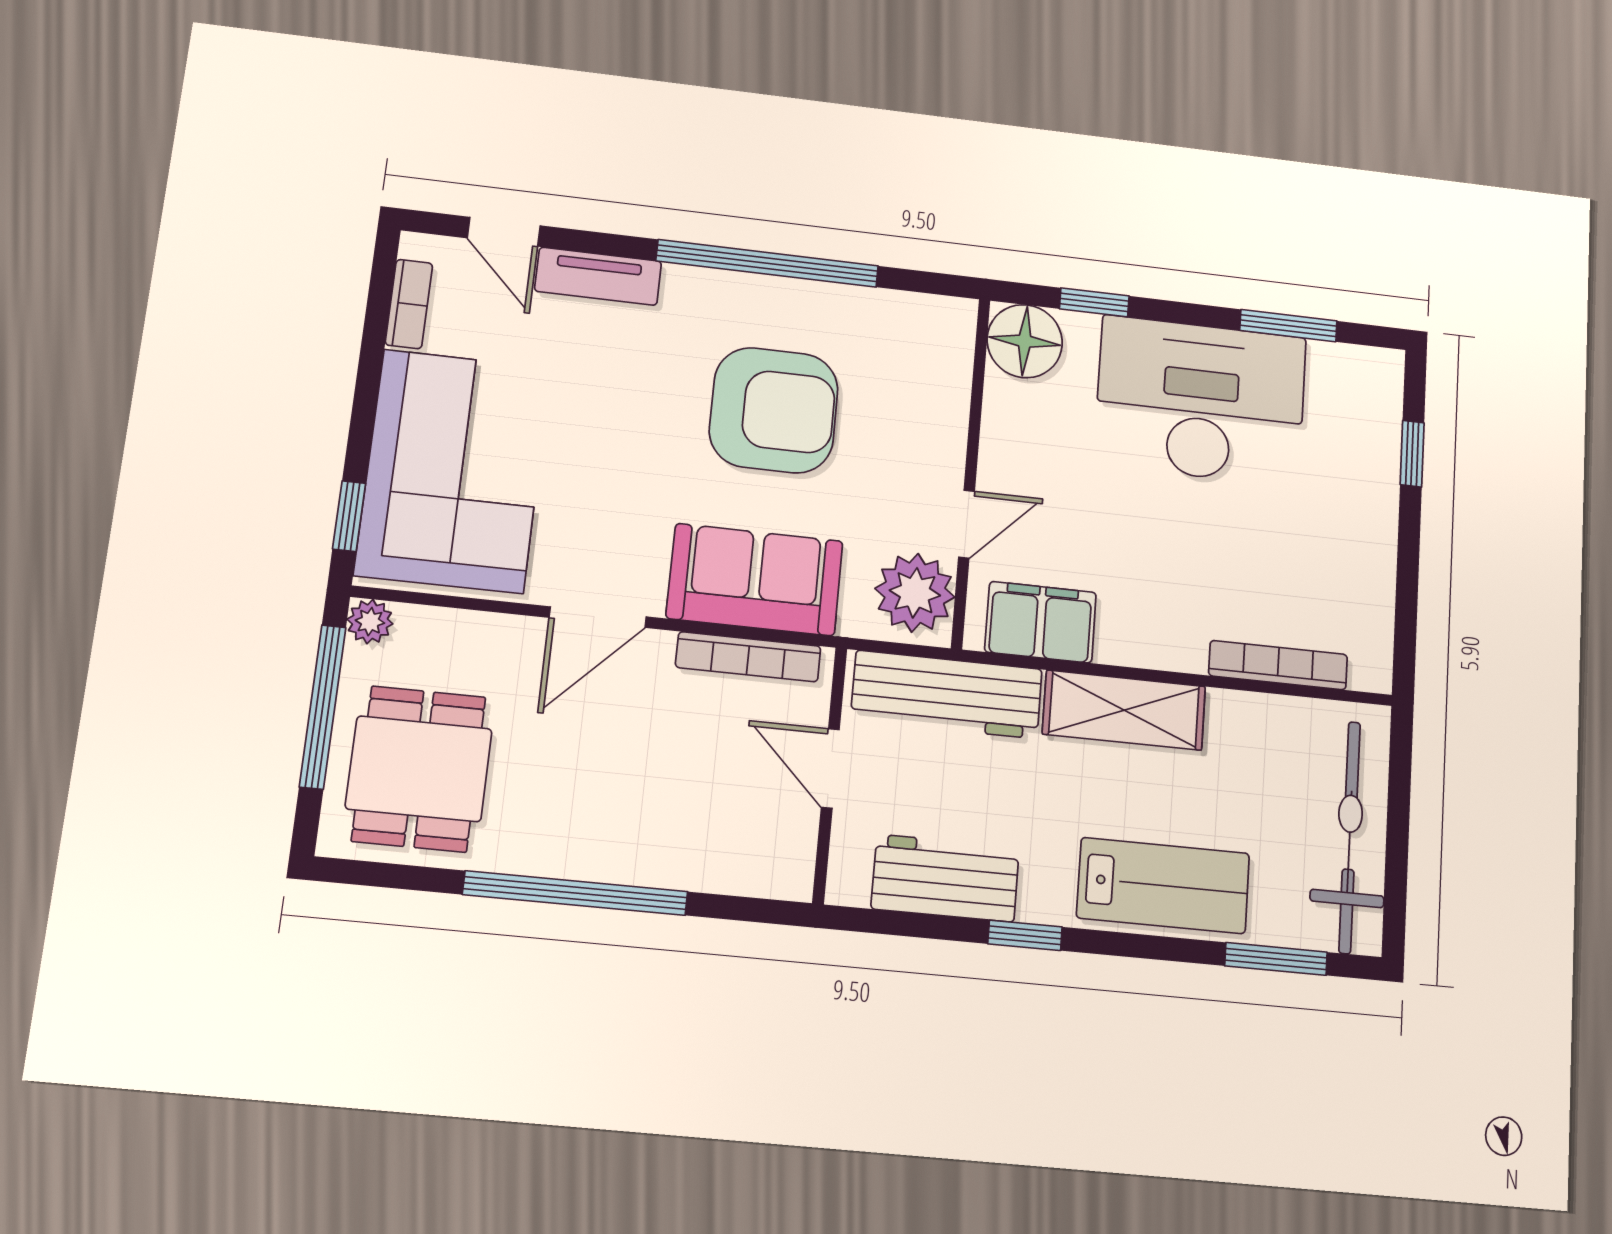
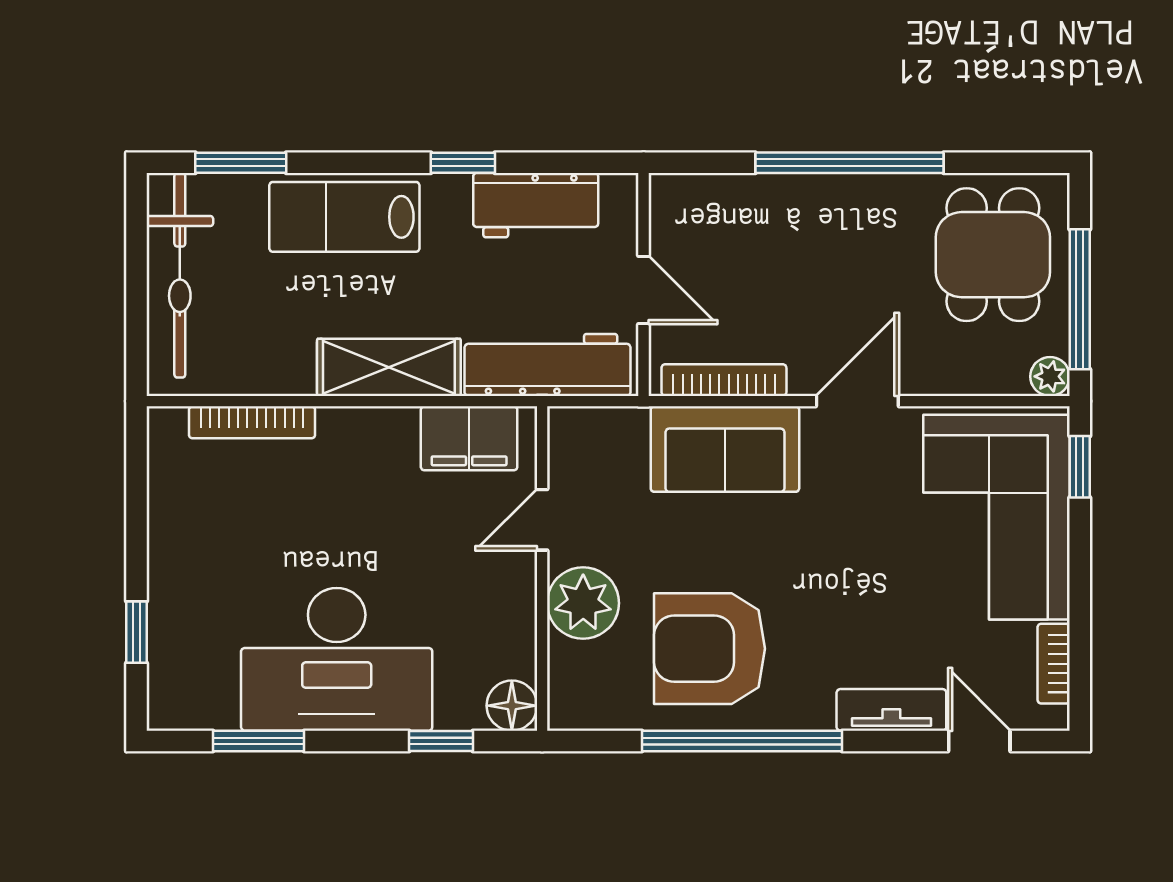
floor lamp: (1025, 341) -> (512, 706), width x0.73, depth x0.73
armchair: (774, 410) -> (710, 649), moved
plant: (915, 593) -> (583, 603), moved

